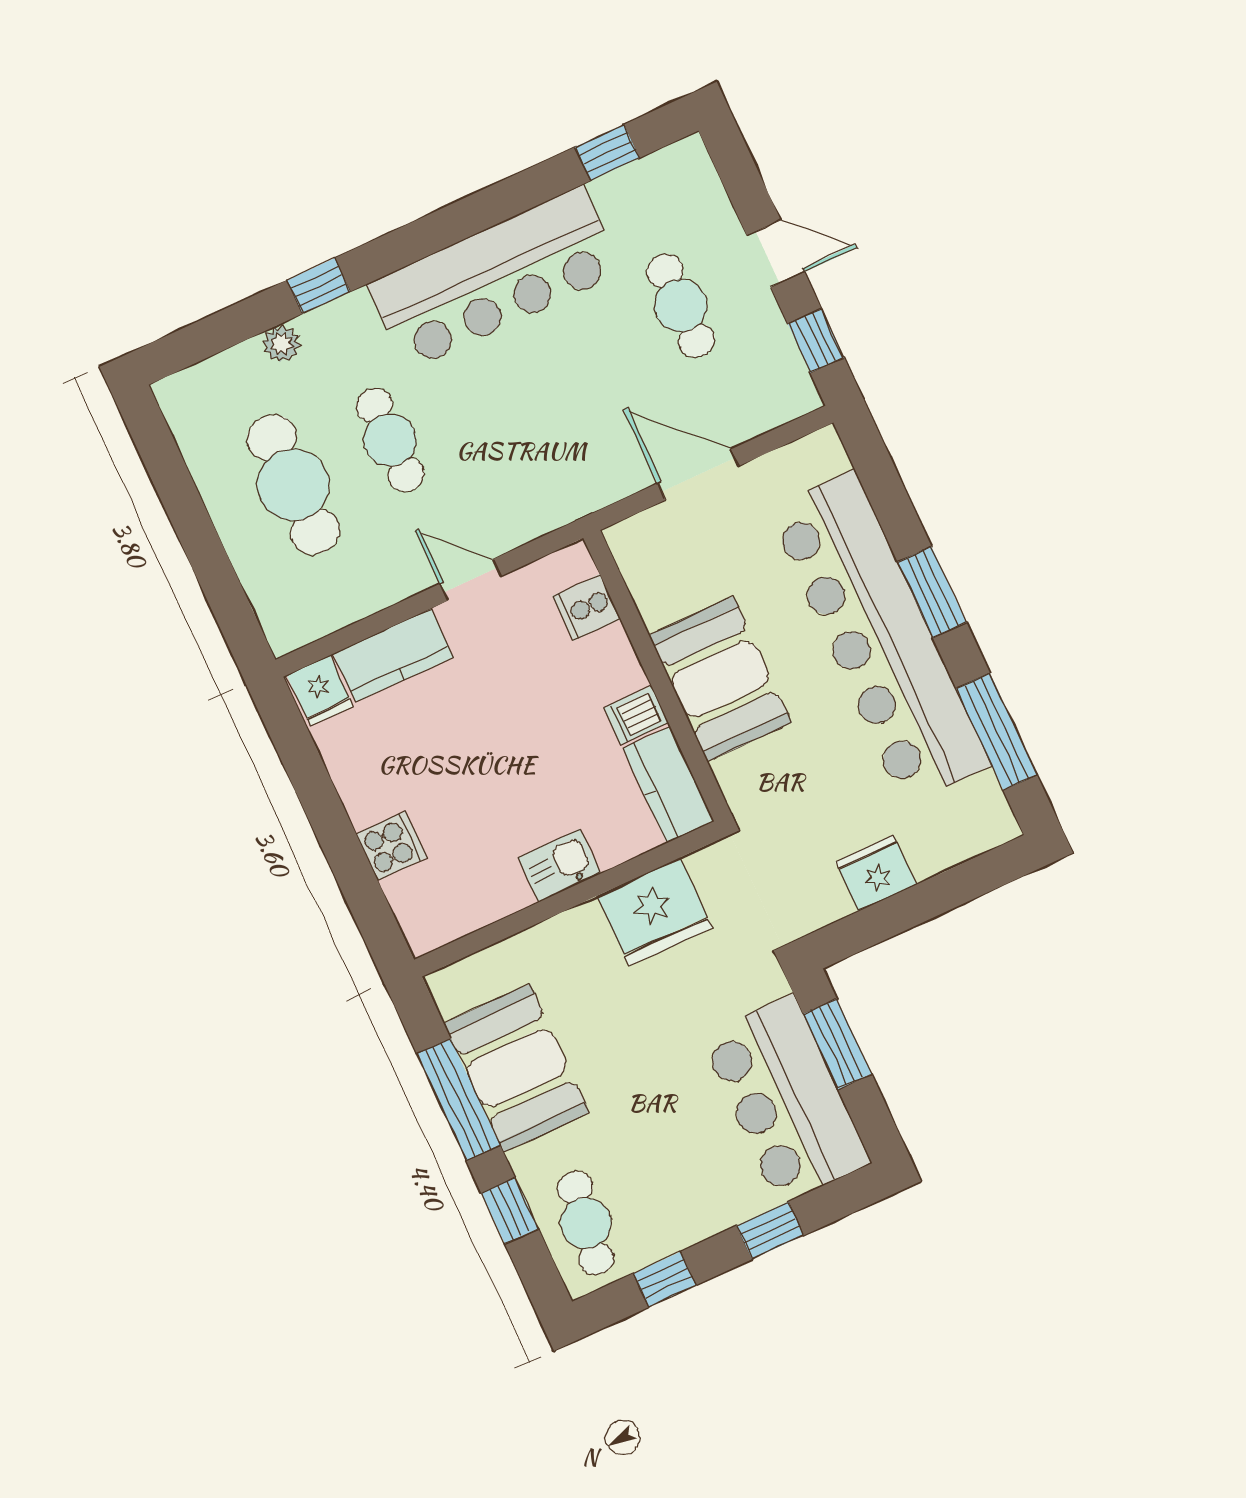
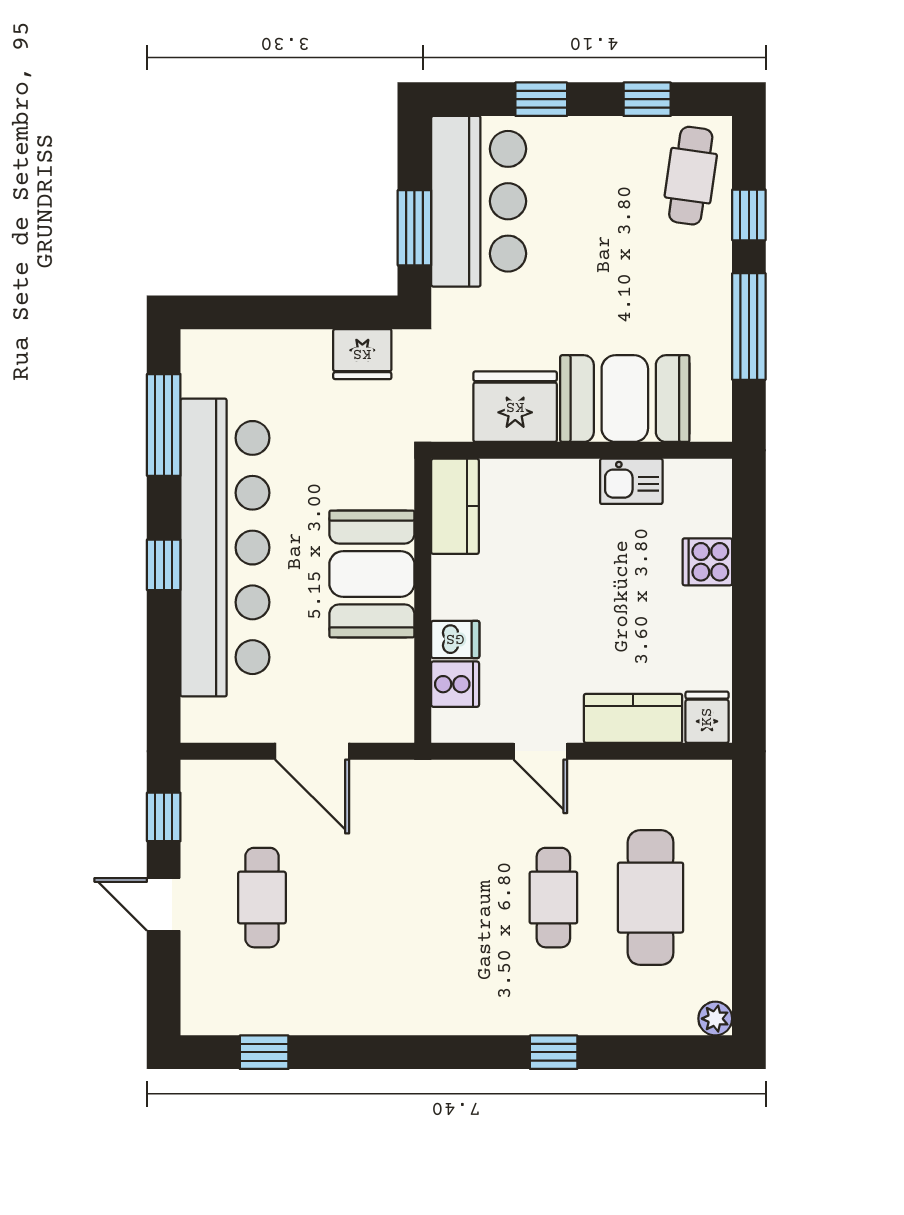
bar counter: (495, 278) -> (405, 991), removed
plant: (282, 344) -> (715, 1019), moved
window: (932, 592) -> (164, 565), width x0.67
dishwasher: (636, 715) -> (455, 639), moved
kitchen sink: (559, 866) -> (631, 481), moved
fridge: (876, 873) -> (362, 354), moved
booth: (517, 1068) -> (625, 399), moved, turned 90

